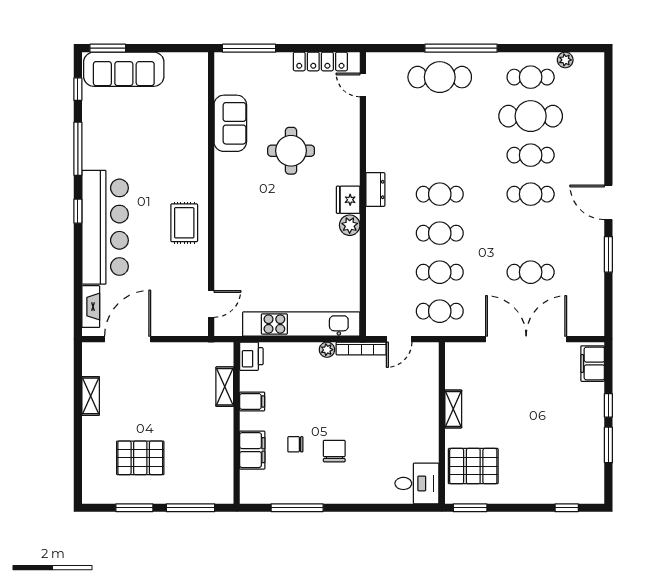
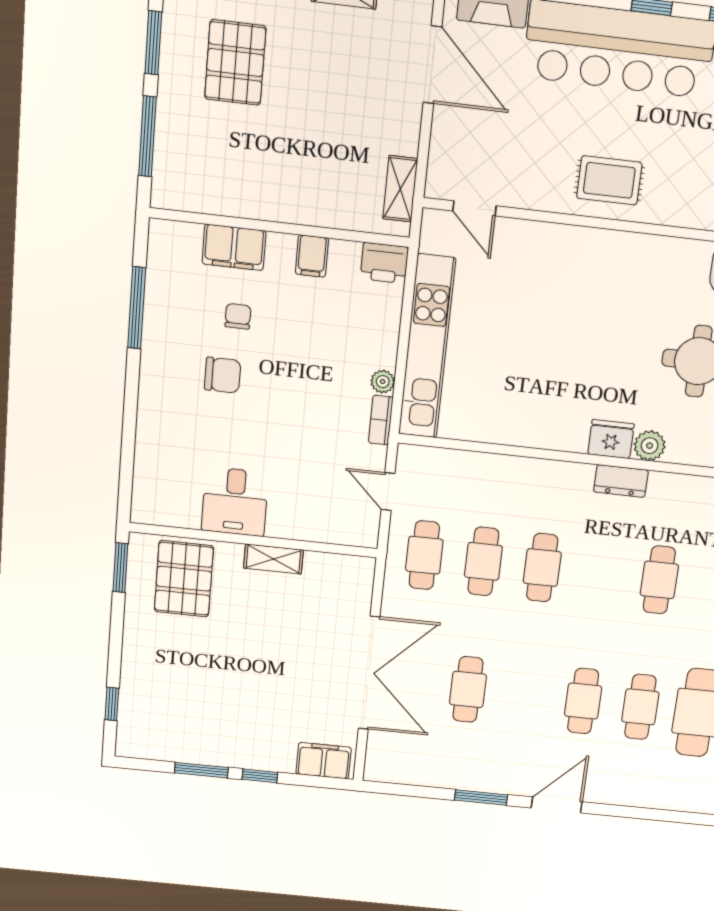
cafe table: (440, 194) -> (659, 580), moved
plant: (350, 225) -> (650, 446), moved
bookcase: (361, 348) -> (381, 420), width x0.64
shelving: (225, 387) -> (400, 189), moved, turned 90
desk: (417, 483) -> (235, 502), moved

